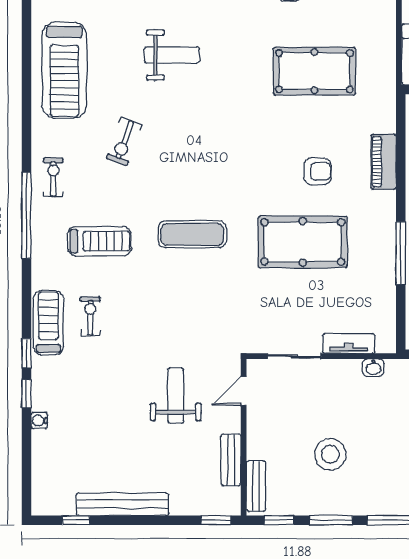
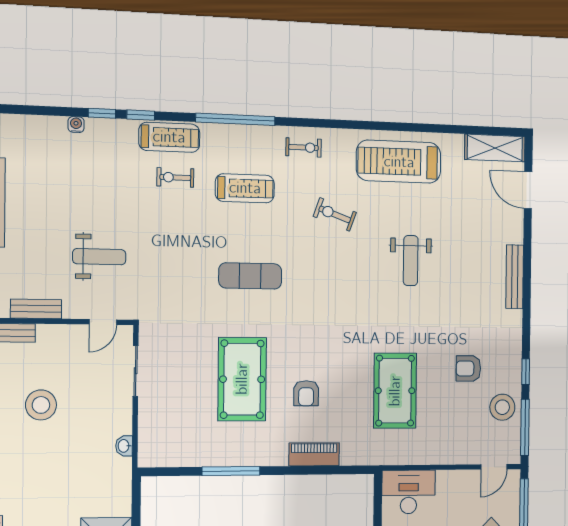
window: (26, 215) -> (235, 119), moved
exercise mat: (192, 234) -> (250, 276), turned 90
treadmill: (99, 241) -> (245, 188), turned -90
exercise bike: (90, 316) -> (175, 177), turned 180
tv unit: (349, 343) -> (147, 422), removed
door: (244, 391) -> (103, 322), swing flipped

